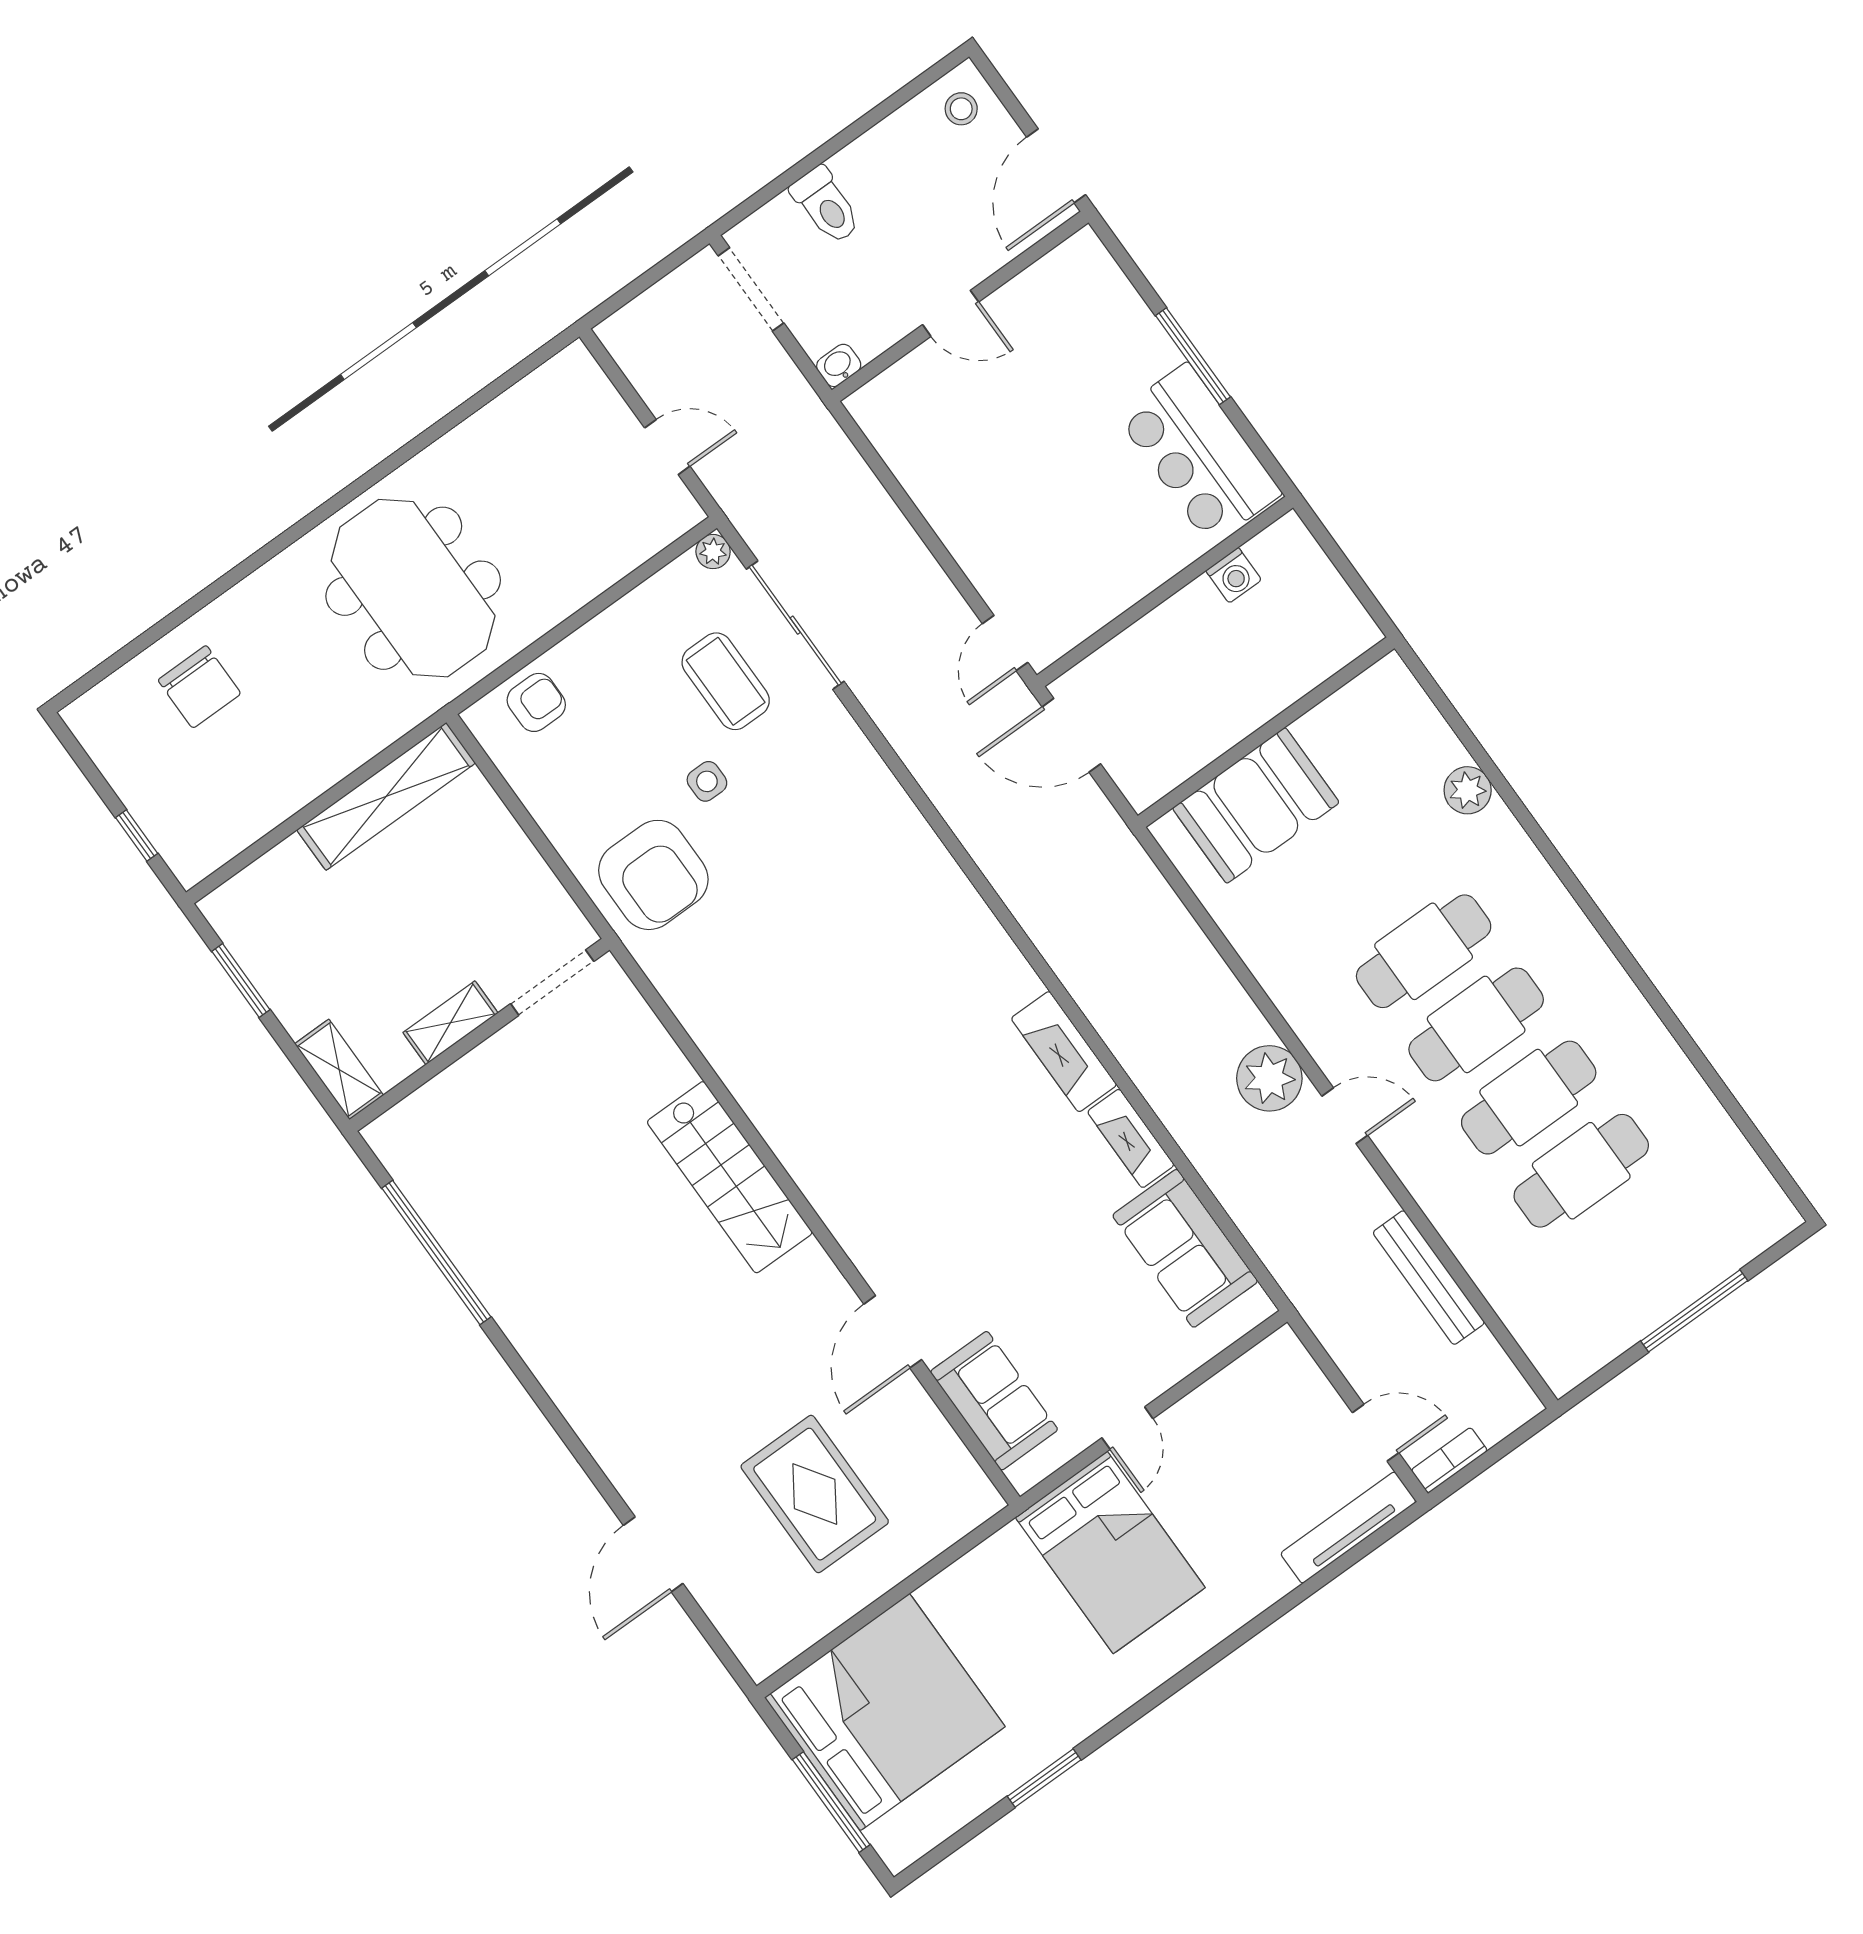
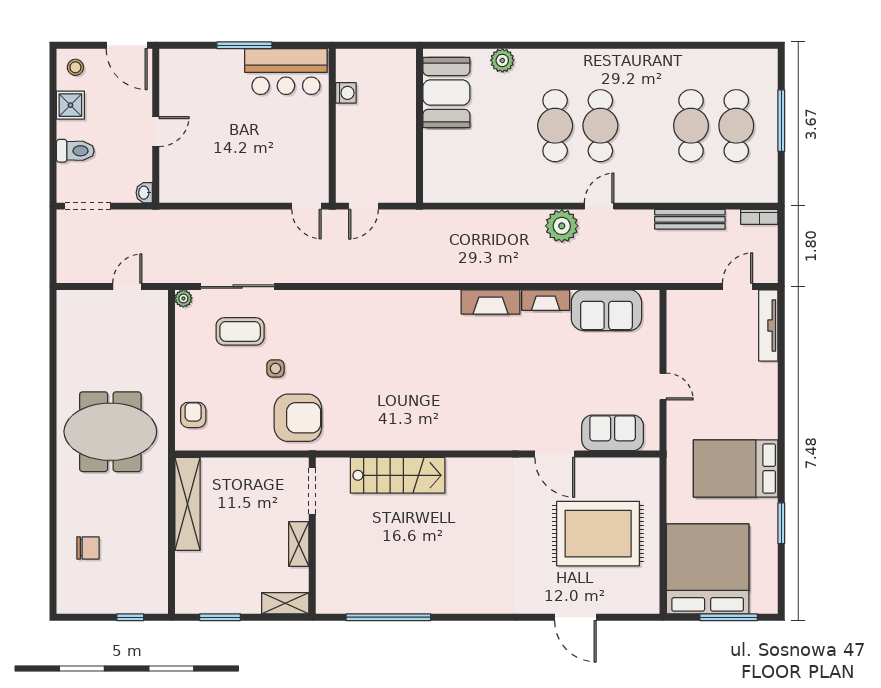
shower: (894, 145) -> (70, 105), added
chair: (199, 687) -> (88, 548), width x0.73, depth x0.73
door: (1071, 735) -> (364, 206), width x0.73
booth: (1256, 805) -> (446, 93), moved
cafe table: (1529, 1098) -> (736, 126), moved
stairs: (730, 1177) -> (398, 475), moved
bookcase: (1449, 1460) -> (759, 217), moved, turned -90
rug: (815, 1494) -> (598, 534), width x1.37, depth x1.44
bed: (1110, 1552) -> (736, 469), moved, turned 180

